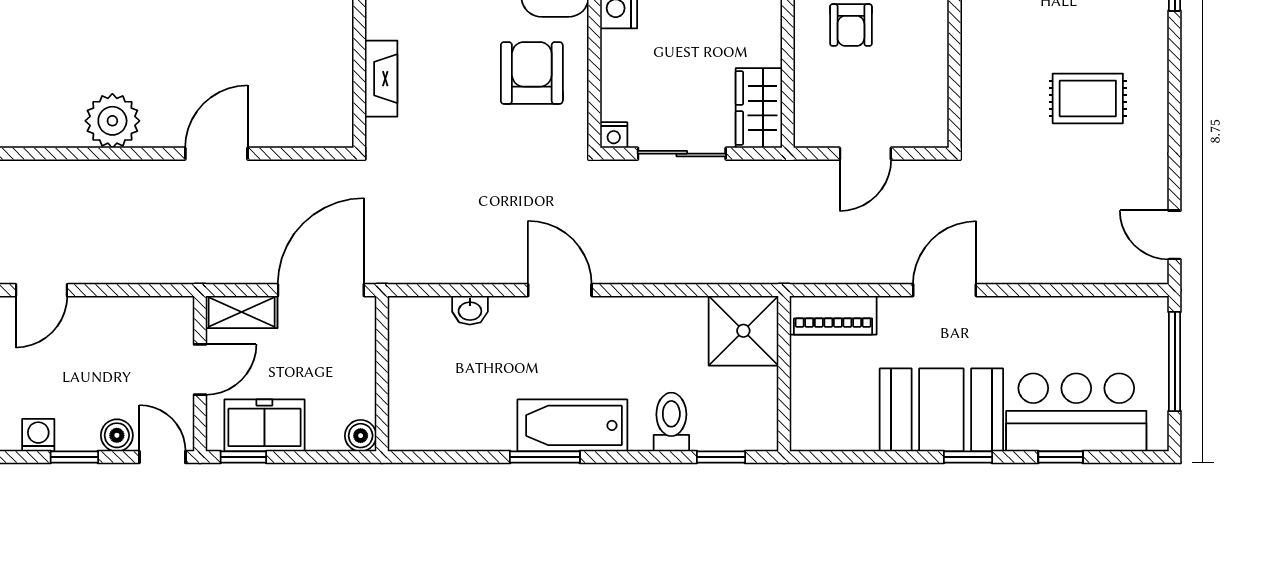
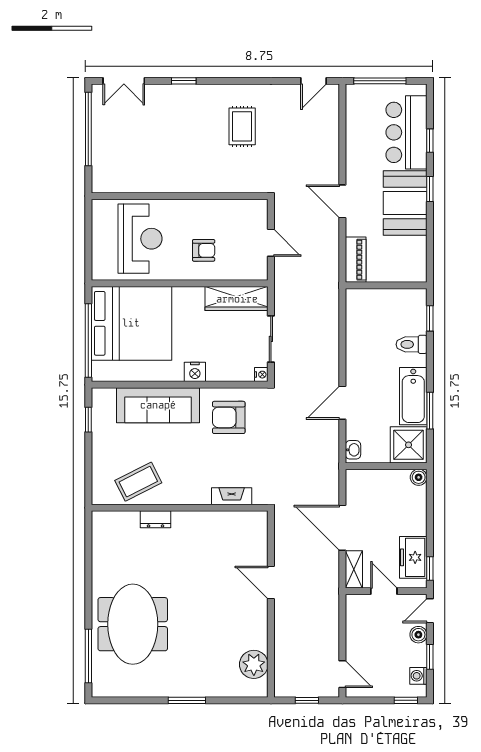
wardrobe: (759, 108) -> (237, 299), width x1.50
plant: (112, 121) -> (254, 664), moved
shower: (743, 331) -> (409, 445), moved
wall: (382, 374) -> (386, 466), moved
boiler: (361, 436) -> (419, 477), moved

